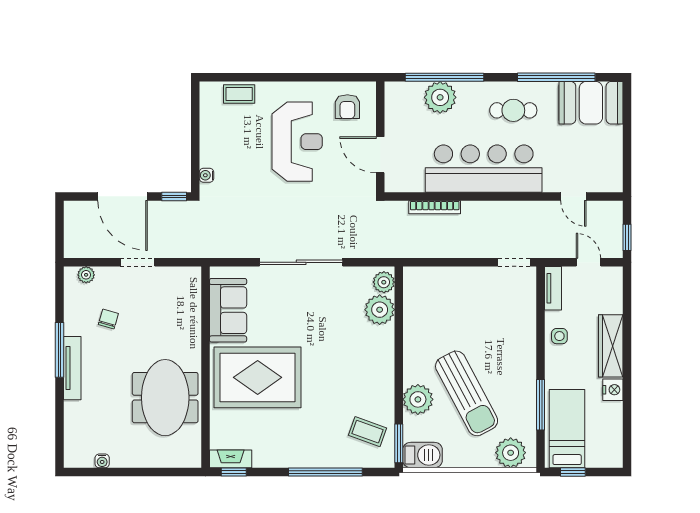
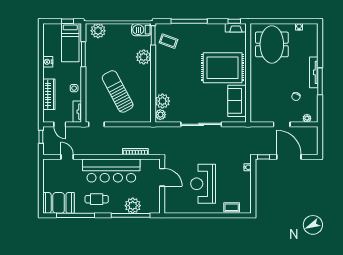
armchair: (347, 107) -> (178, 201), removed
wardrobe: (611, 346) -> (49, 94), moved
sun lounger: (467, 393) -> (118, 91), moved
meeting table: (165, 398) -> (272, 44), moved

